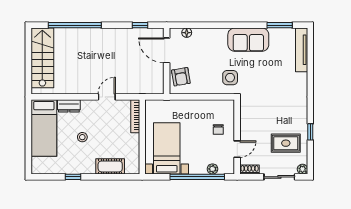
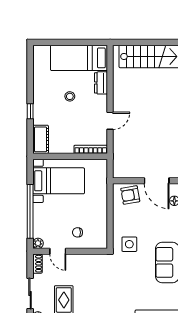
door: (167, 50) -> (157, 181), swing flipped
door: (107, 97) -> (110, 121), hinge flipped
cot: (110, 166) -> (41, 139), moved
plant: (213, 169) -> (38, 243), moved
window: (73, 177) -> (30, 111), moved

